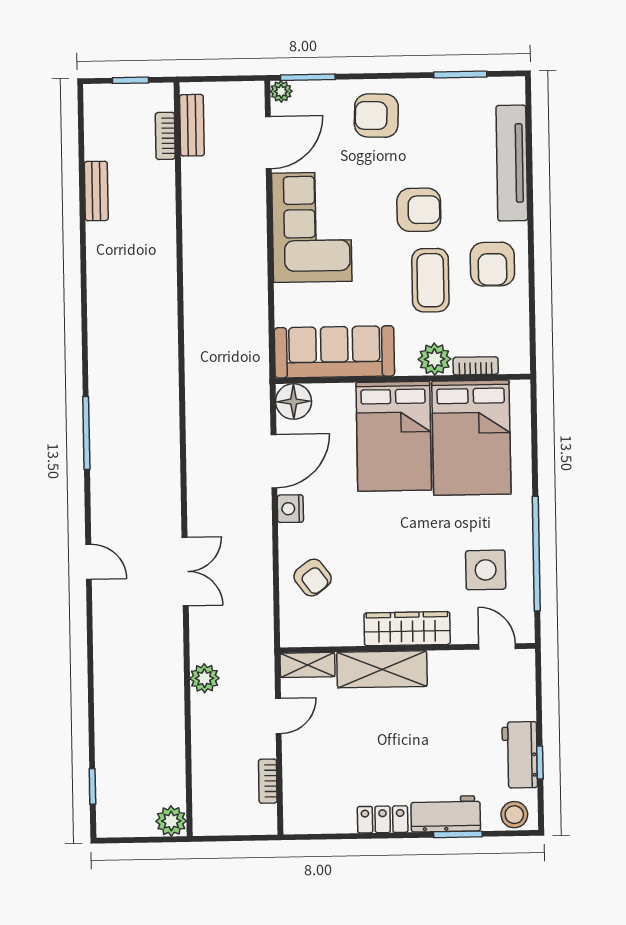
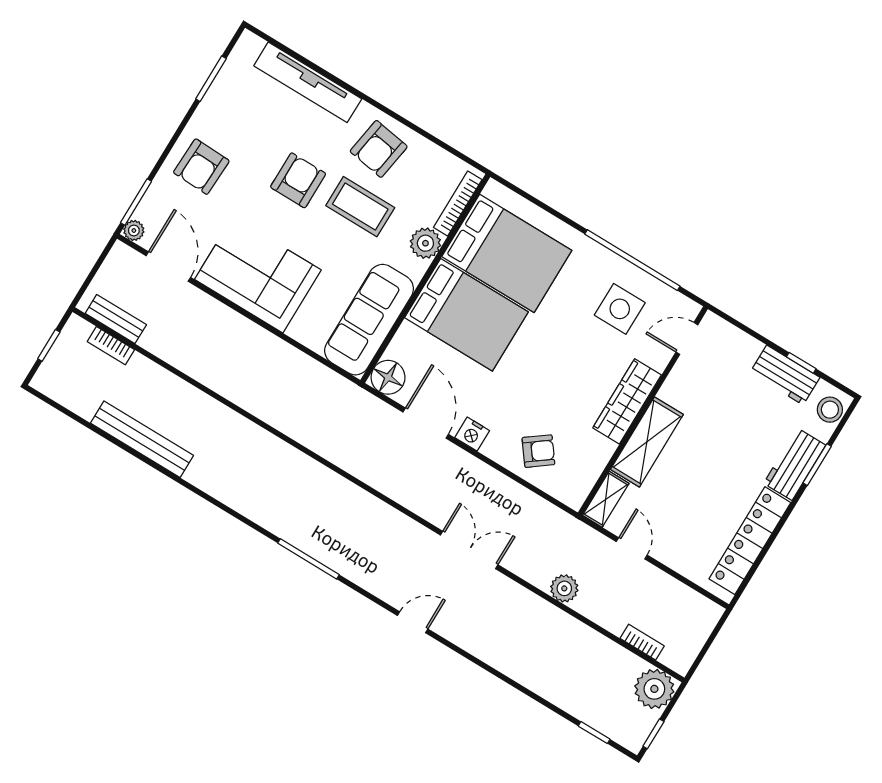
bench: (96, 191) -> (142, 439), width x1.86, depth x1.21
armchair: (492, 264) -> (379, 149), turned 99
bookcase: (476, 366) -> (458, 204), width x1.56
bookcase: (268, 781) -> (642, 642), moved, turned 180
locker: (383, 819) -> (750, 541), width x2.16, depth x1.21
plant: (171, 821) -> (654, 689), width x1.36, depth x1.36
window: (125, 840) -> (653, 734), added

